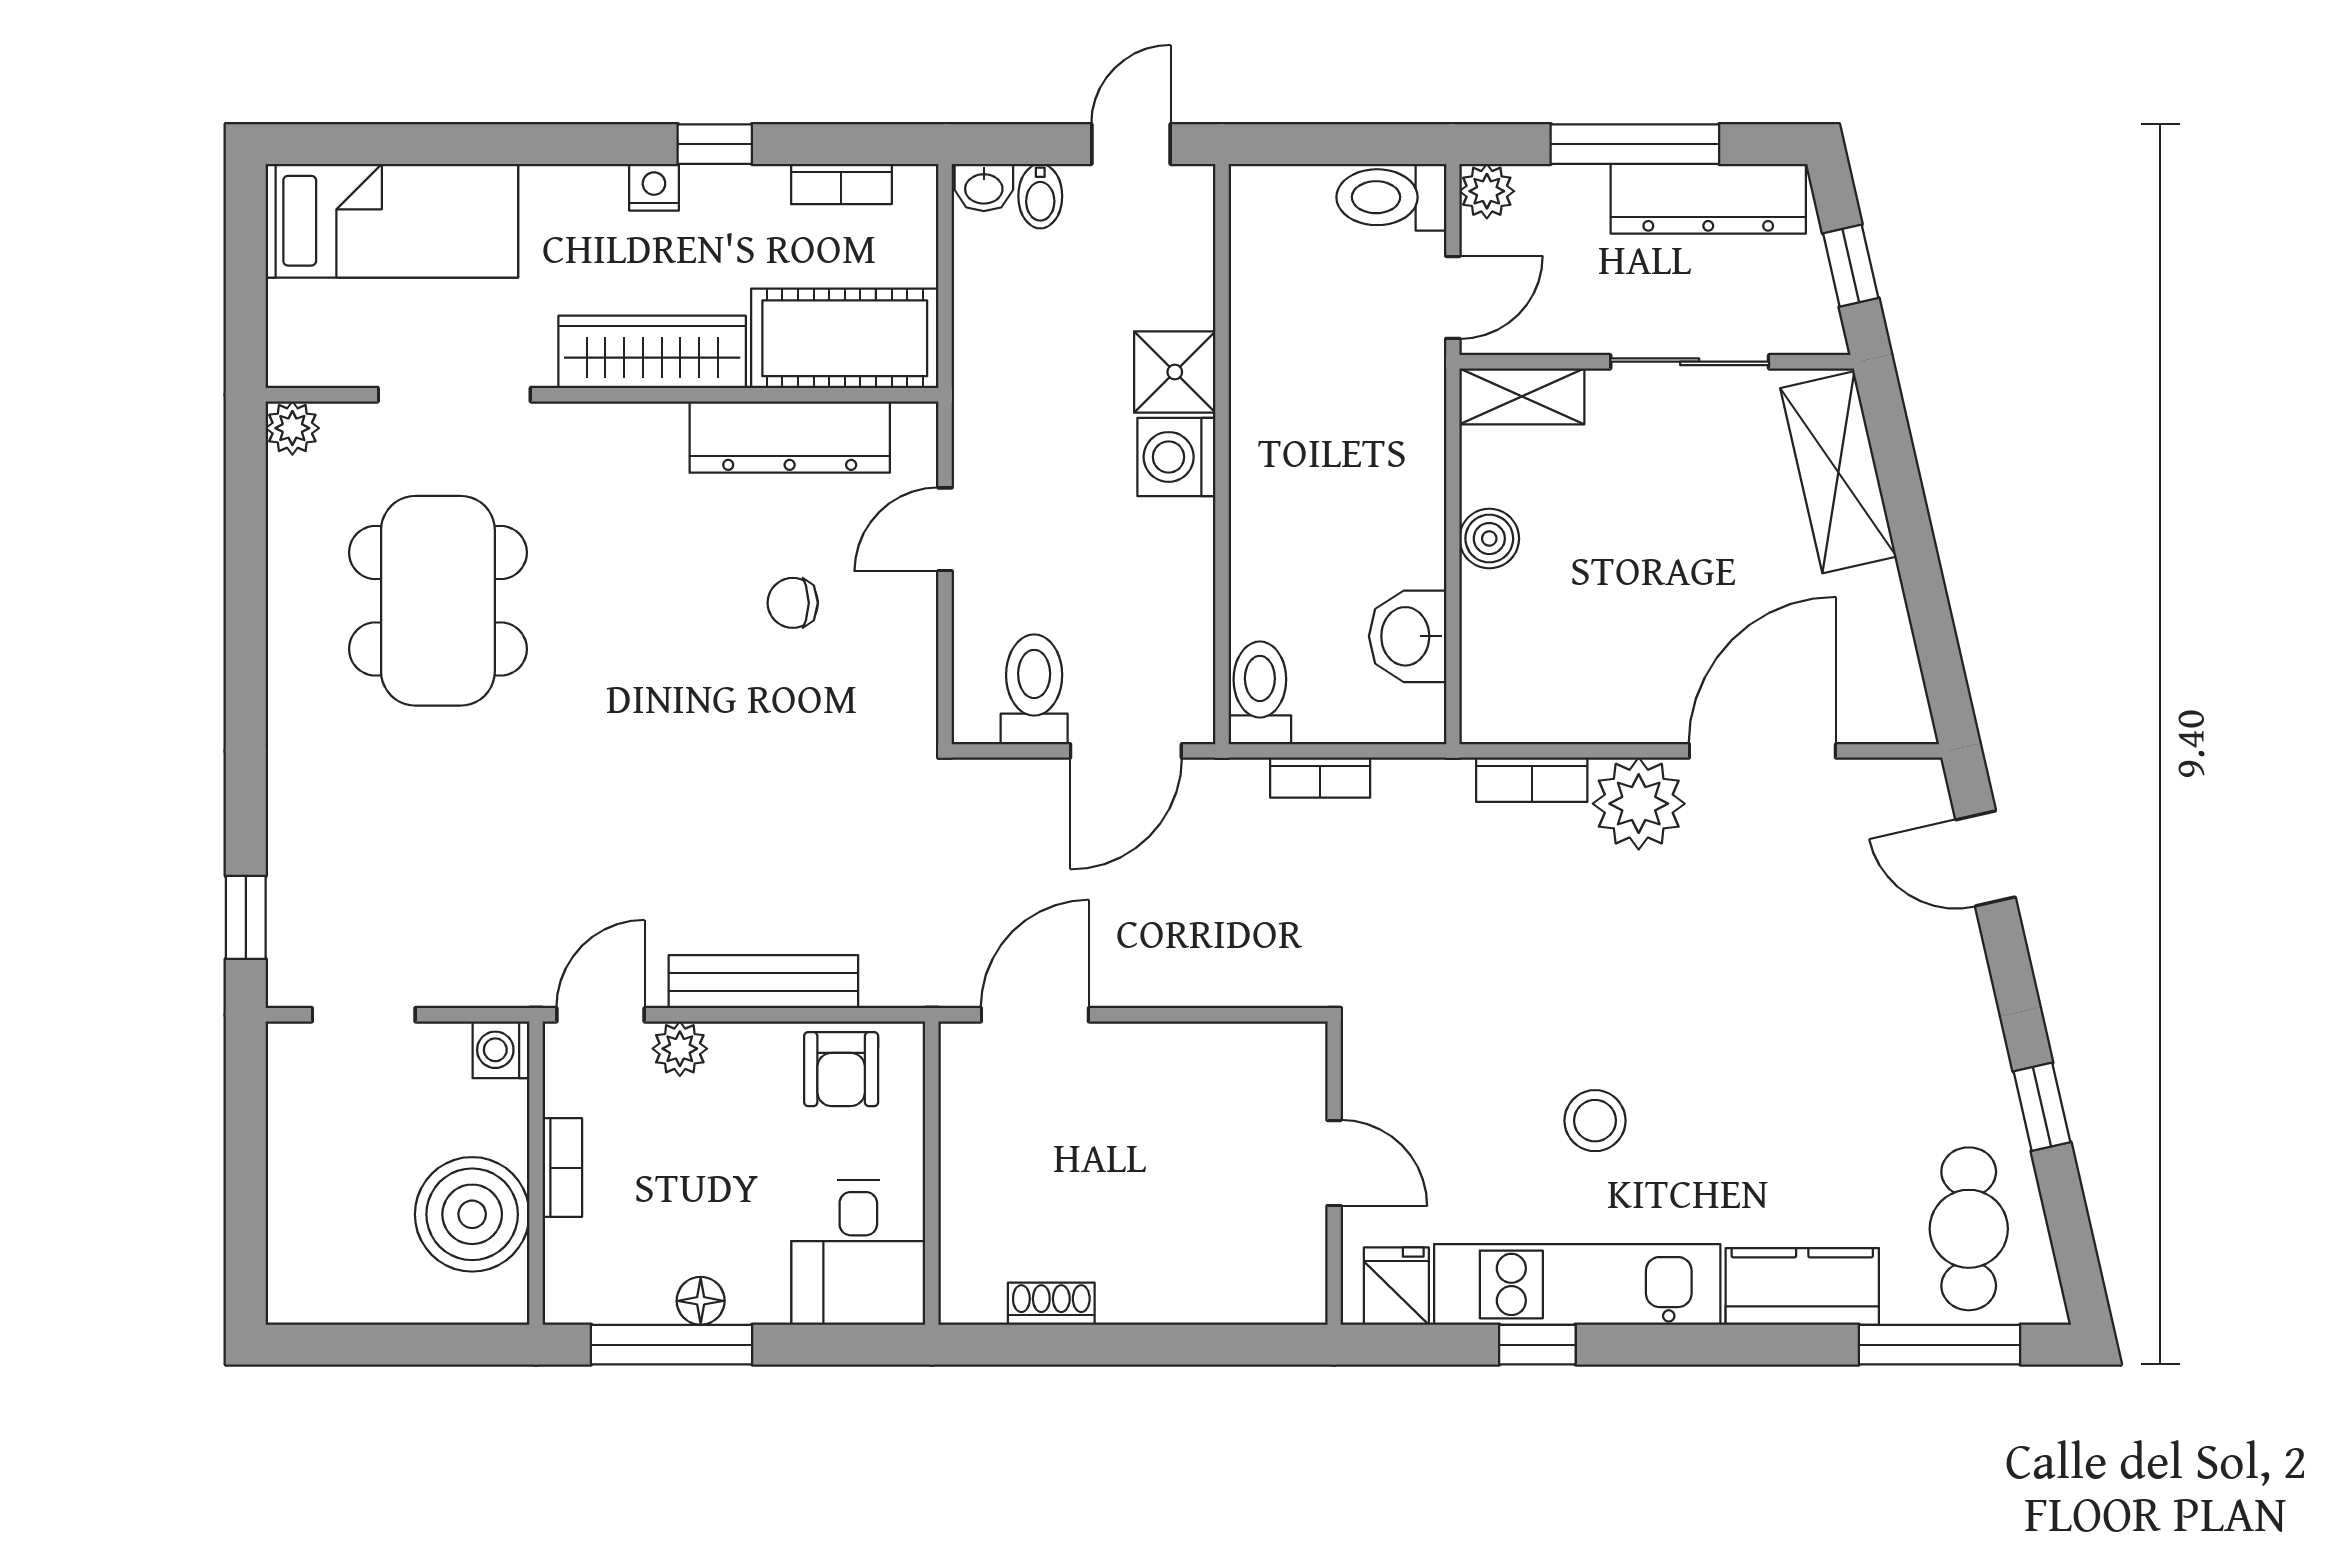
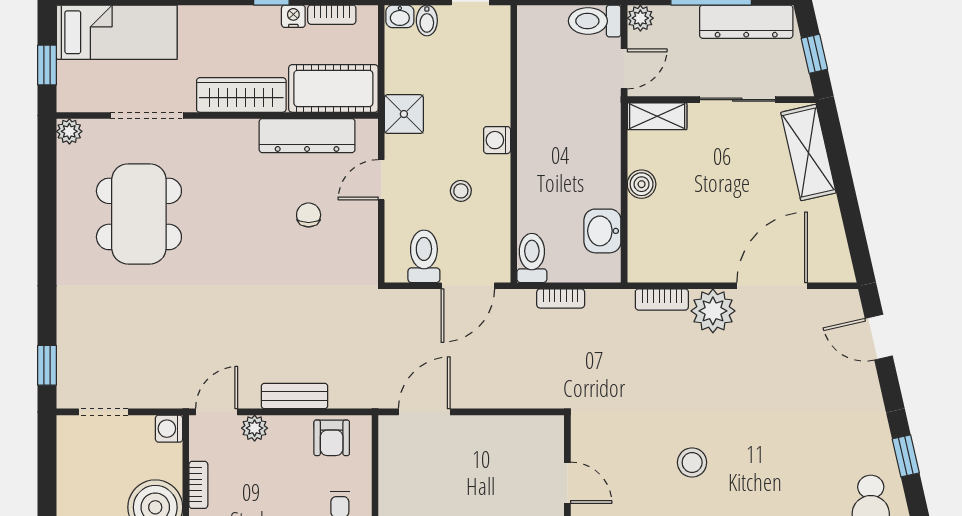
nightstand: (654, 187) -> (293, 16), moved
window: (246, 289) -> (47, 65), added
shower: (1175, 372) -> (404, 114), moved
washing machine: (1176, 457) -> (497, 140), width x0.73, depth x0.73
stool: (1111, 553) -> (461, 191), added
chair: (793, 603) -> (309, 215), turned 90
bench: (763, 982) -> (295, 396), width x0.73

